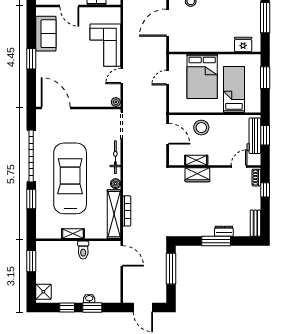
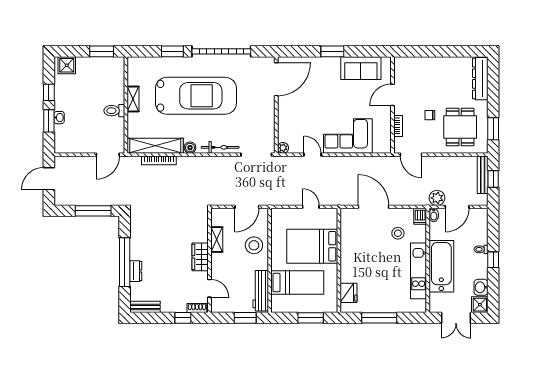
workbench: (254, 136) -> (261, 291), moved, turned -90
wardrobe: (197, 175) -> (200, 257), moved
window: (216, 241) -> (125, 262), width x1.46

